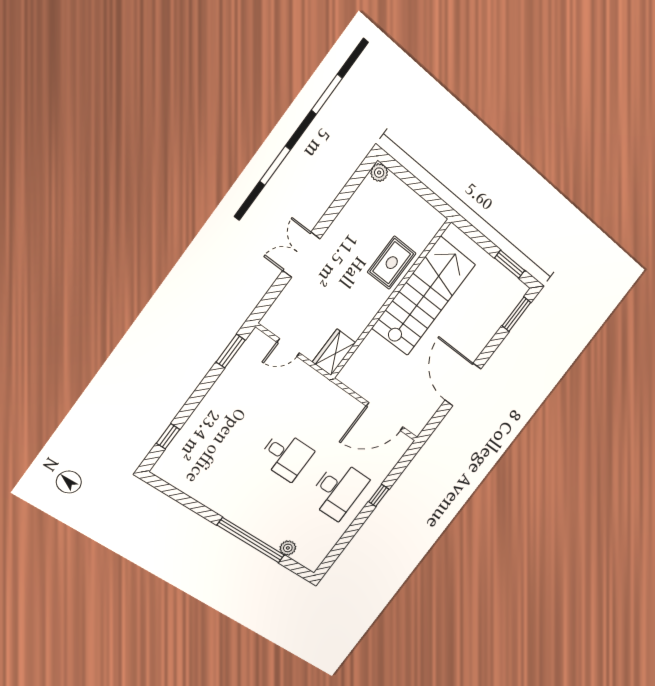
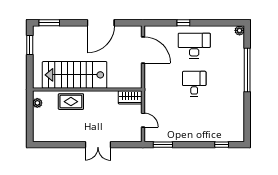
plant: (379, 173) -> (37, 103), moved
plant: (288, 548) -> (239, 30), moved

